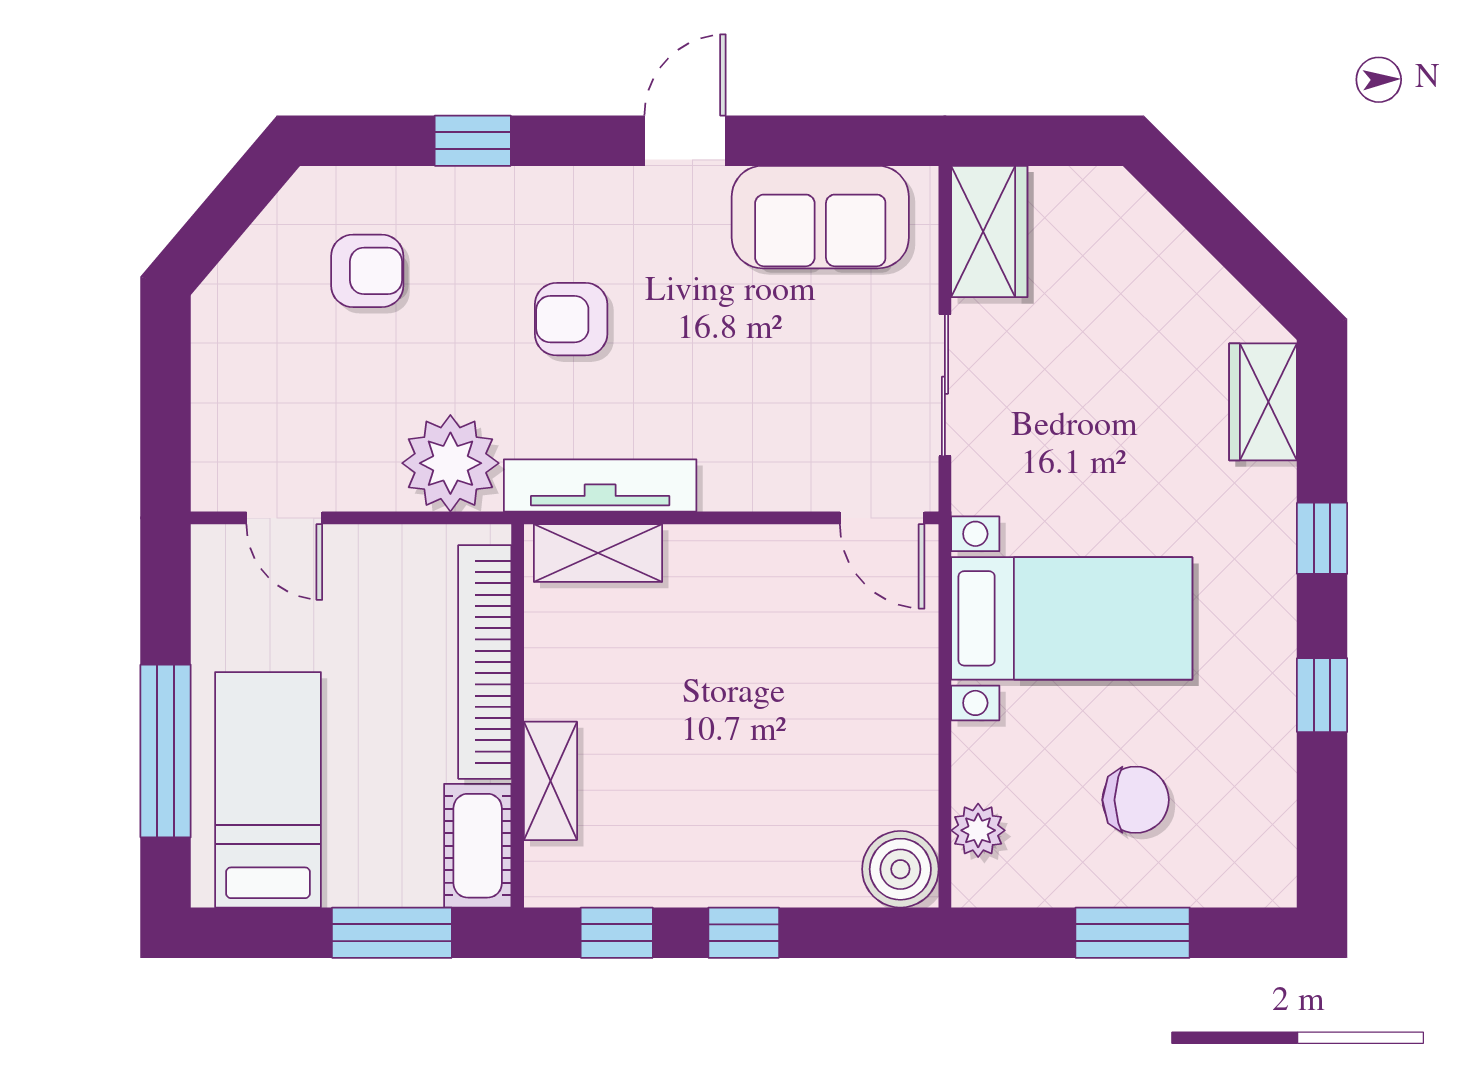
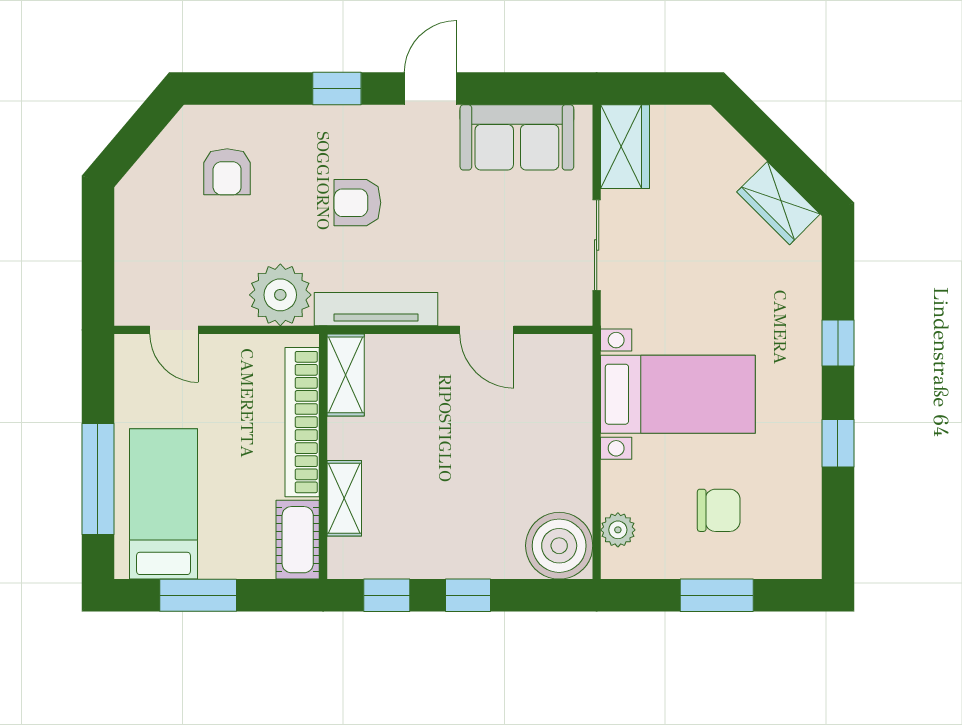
window: (473, 141) -> (337, 89), moved
armchair: (367, 271) -> (227, 172), turned 90
wardrobe: (1263, 402) -> (778, 203), moved, turned -45
door: (882, 518) -> (487, 330), moved
shelving: (598, 553) -> (346, 375), moved, turned 90
boiler: (900, 869) -> (559, 546), width x1.37, depth x1.37
window: (392, 933) -> (198, 595), moved

